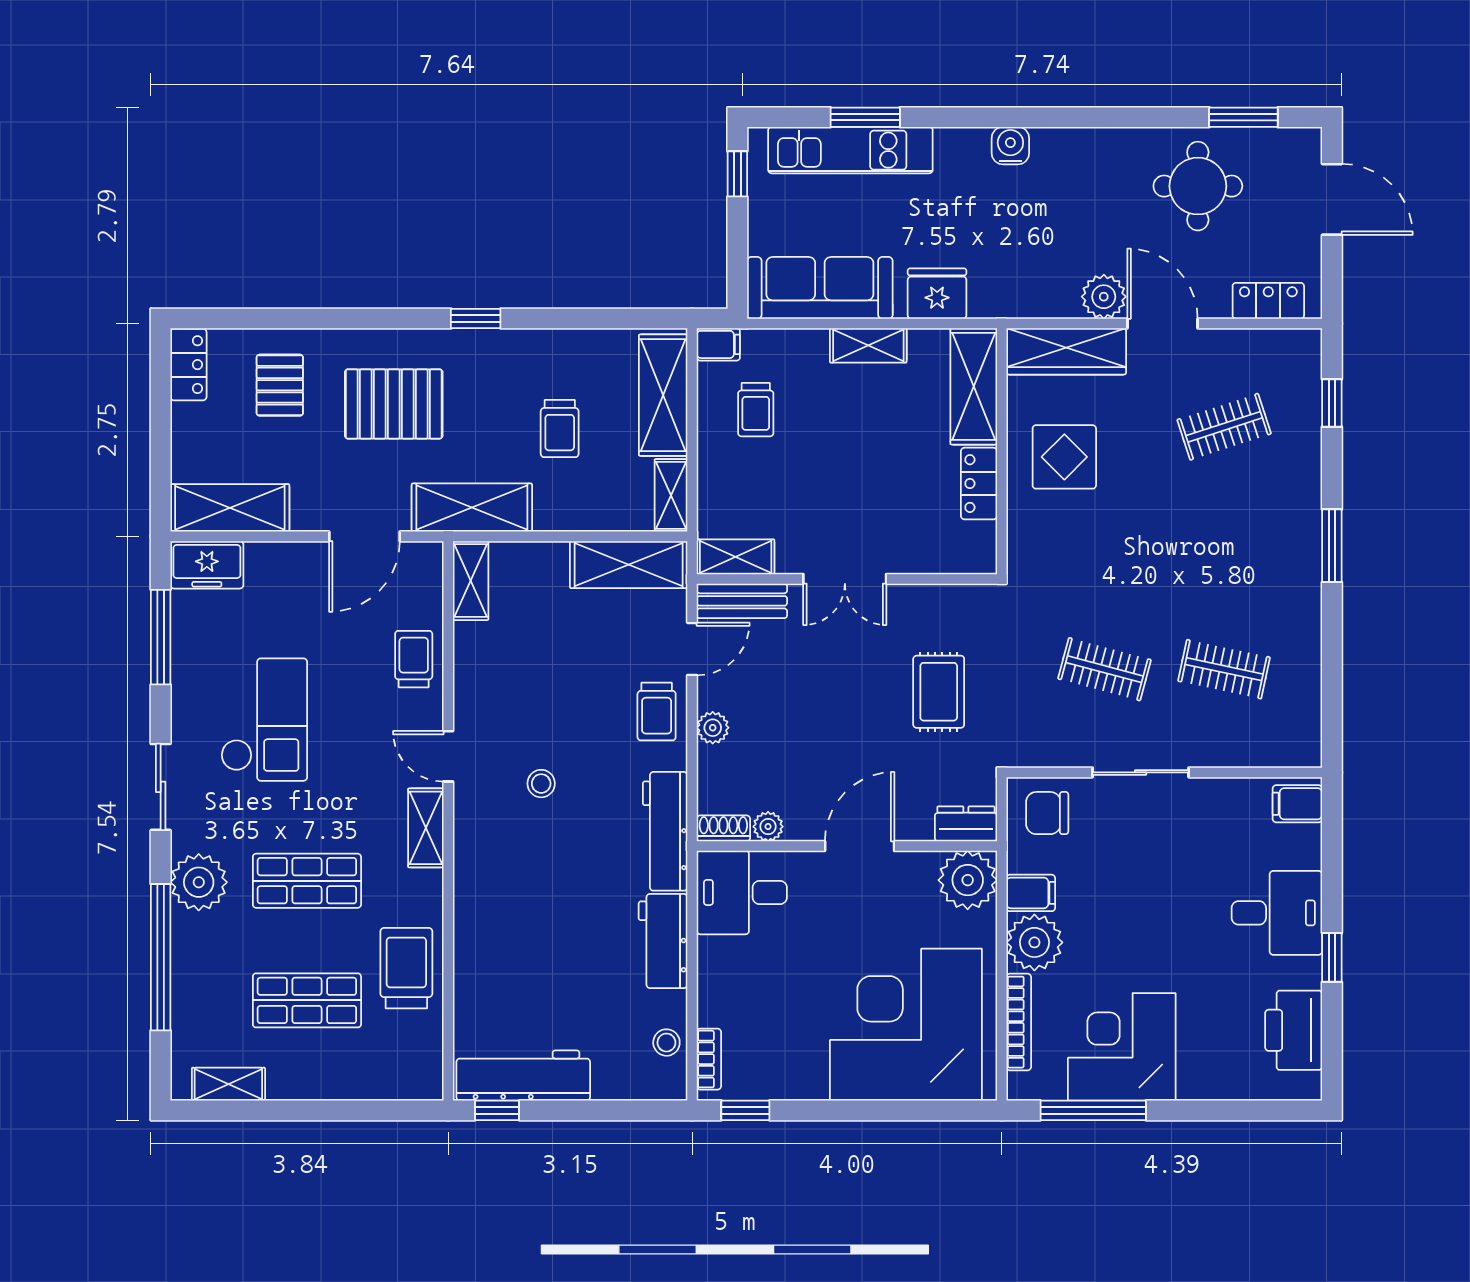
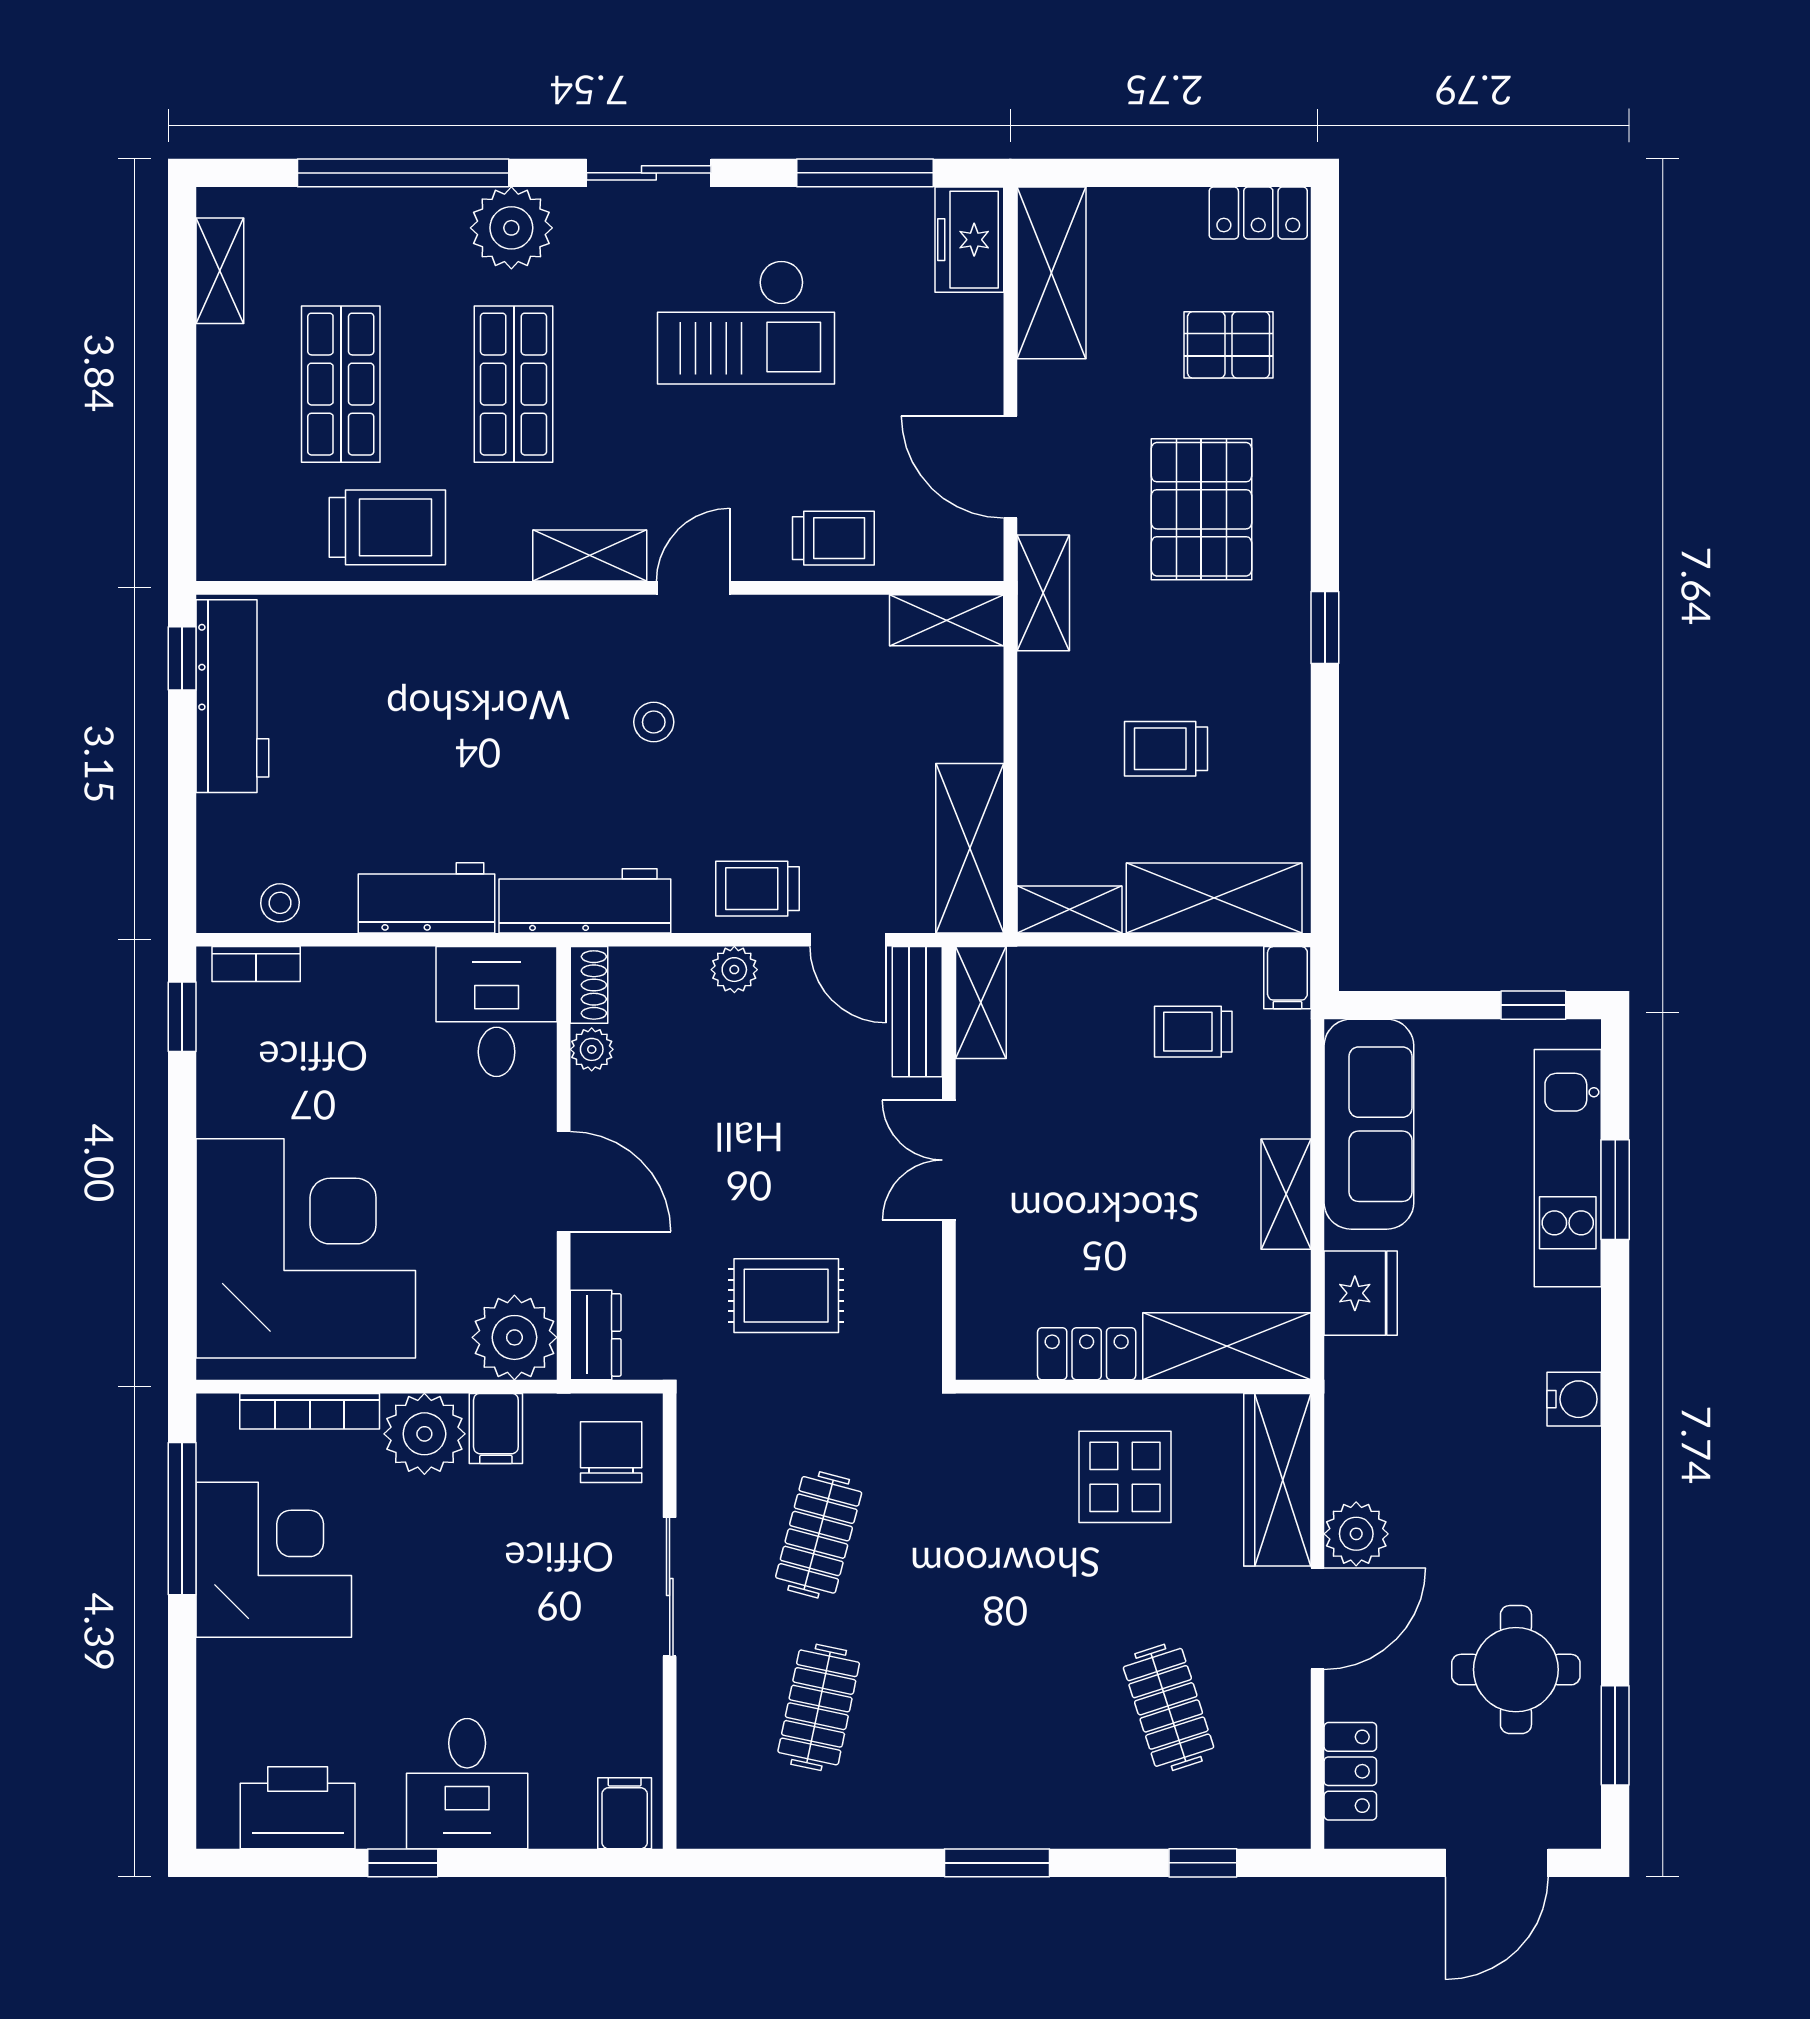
shelving: (472, 508) -> (1043, 593), width x0.67, depth x0.75

